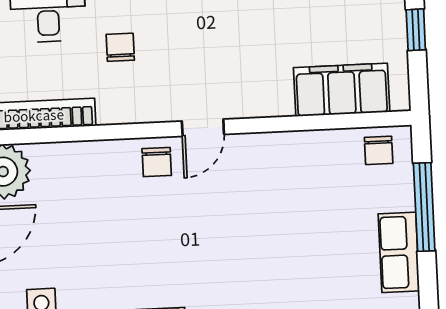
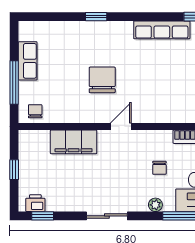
filing cabinet: (342, 90) -> (74, 142), moved
chair: (157, 162) -> (102, 80), moved, width x1.87, depth x1.87

